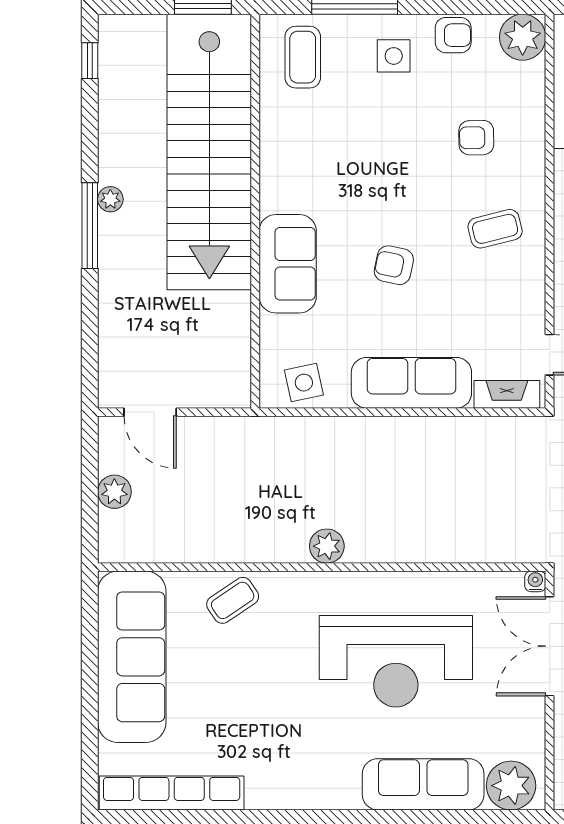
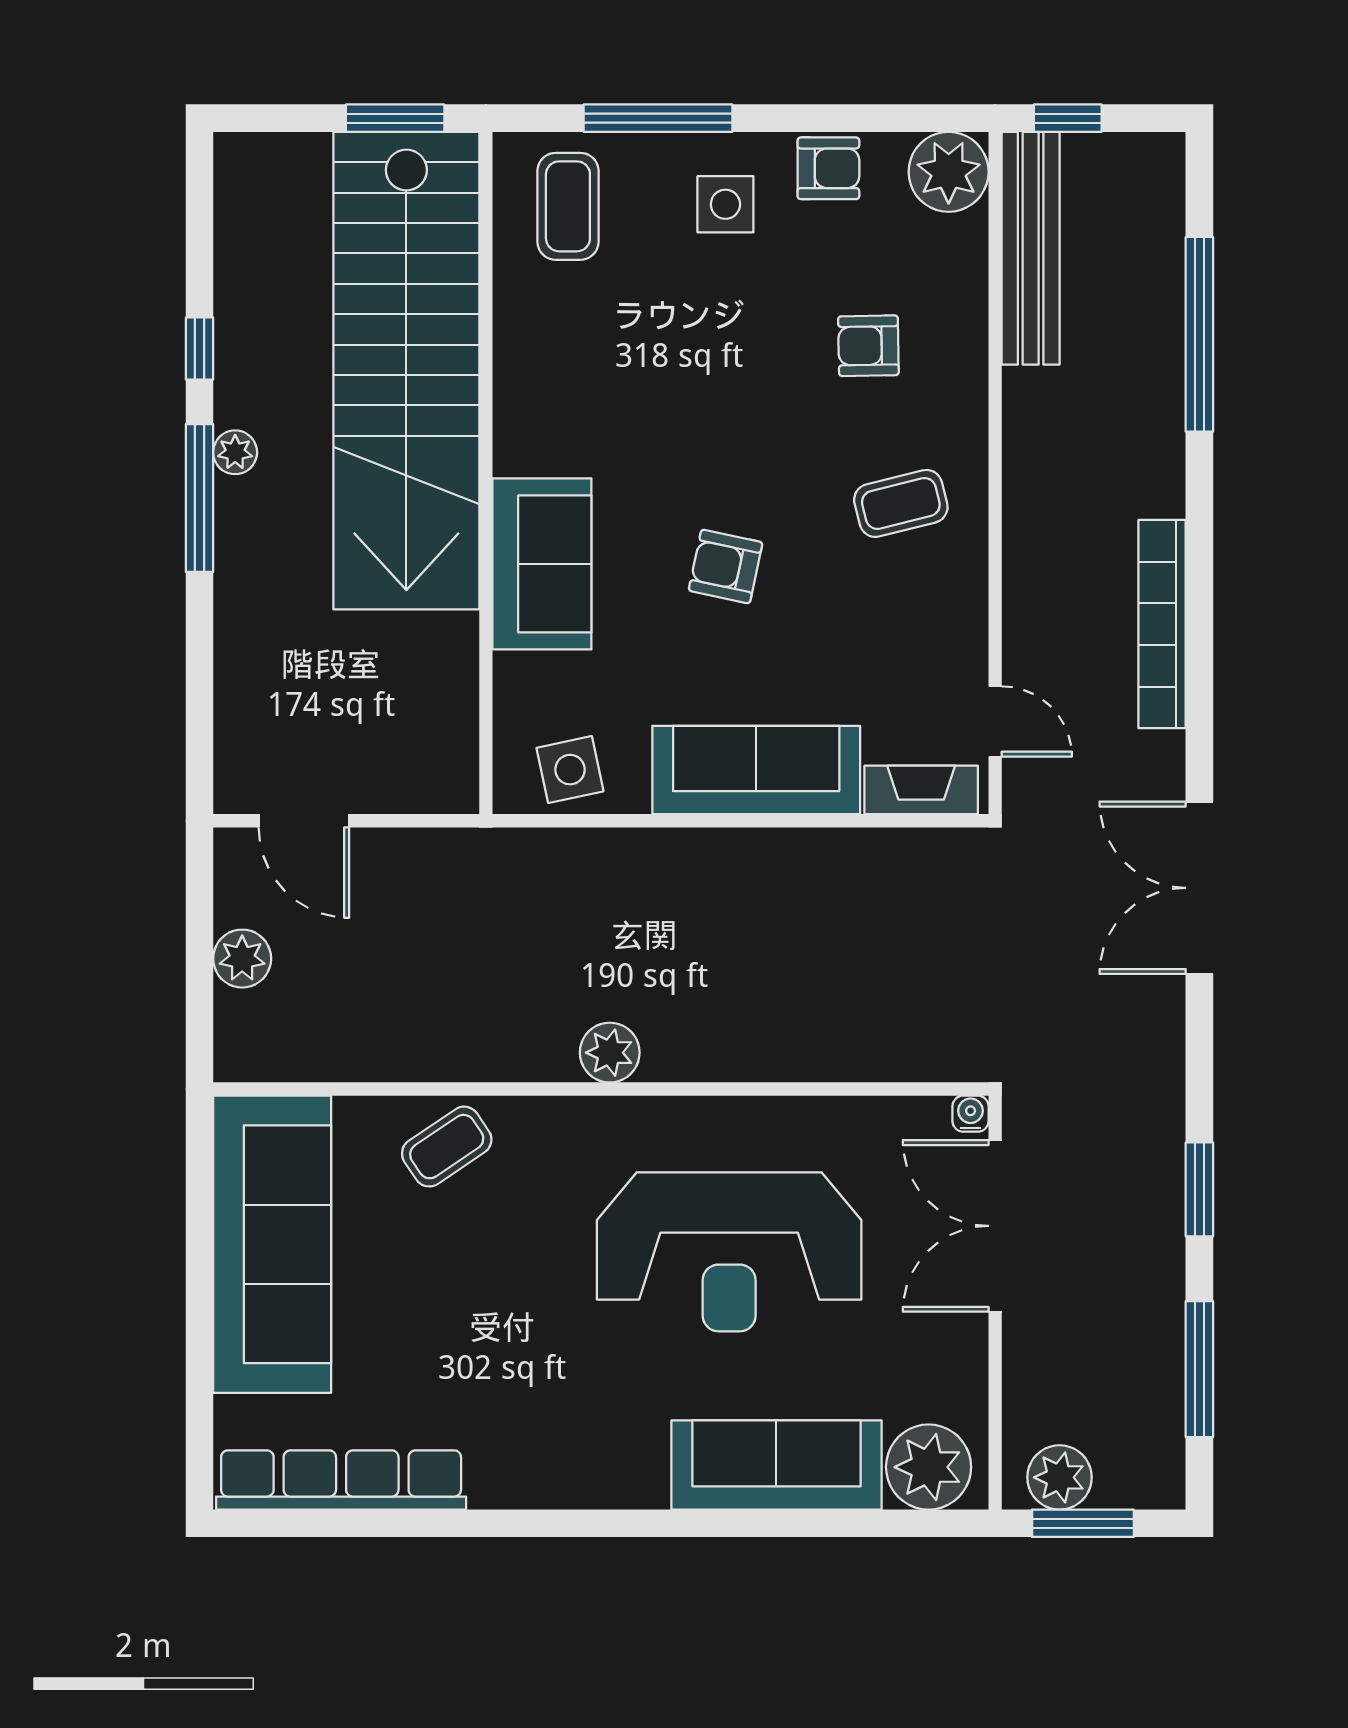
window: (90, 61) -> (199, 348), moved

